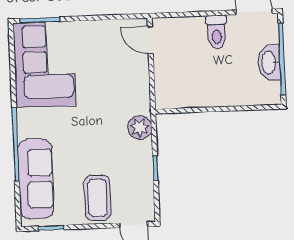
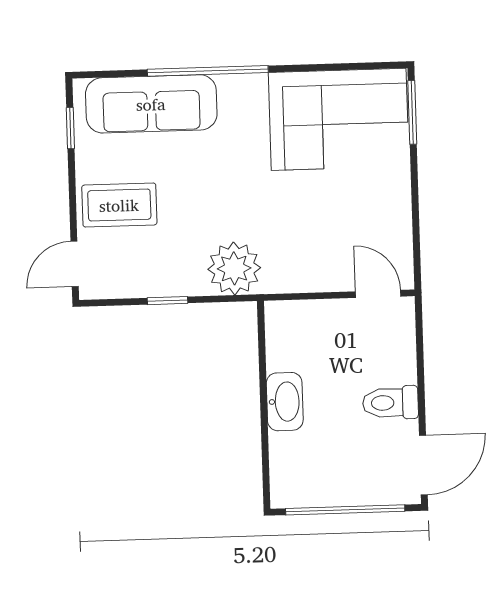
door: (150, 40) -> (378, 294), hinge flipped
washbasin: (269, 63) -> (285, 402), moved, turned 90
plant: (140, 128) -> (234, 268), width x1.36, depth x1.36

